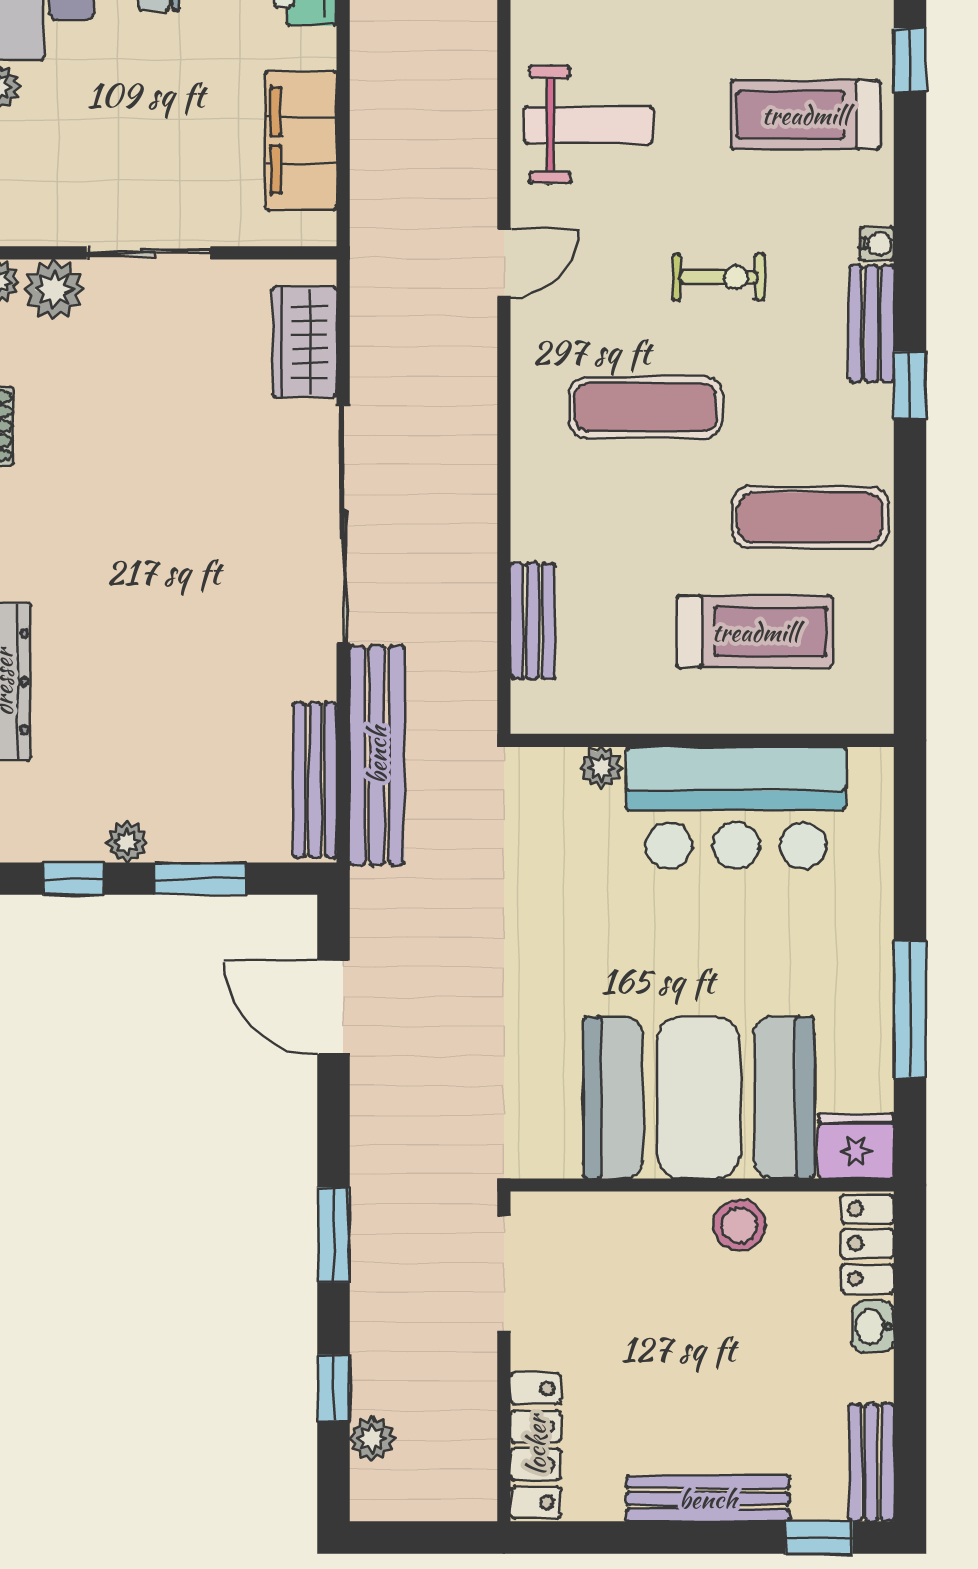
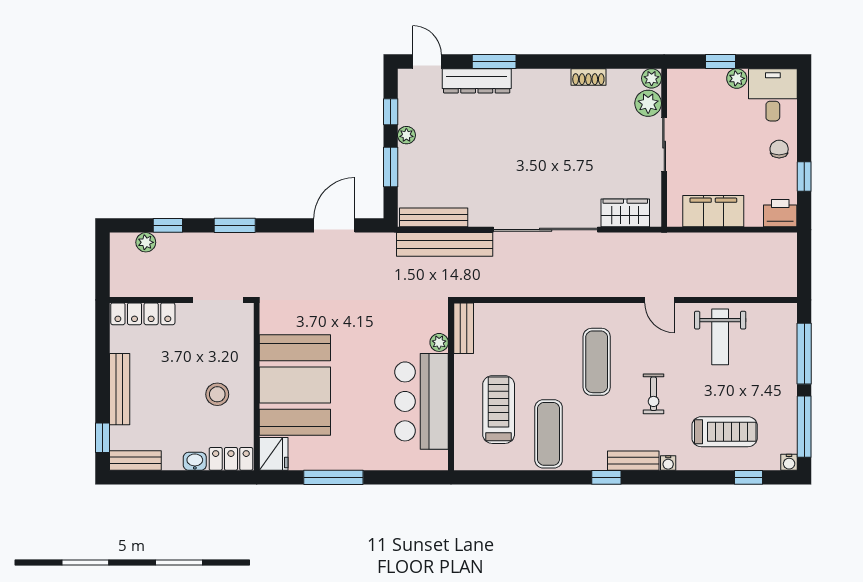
treadmill: (805, 115) -> (725, 432), turned 90
bench: (533, 621) -> (464, 328), moved, turned 90
treadmill: (755, 632) -> (499, 410), turned 180
stool: (739, 1225) -> (217, 394), moved

